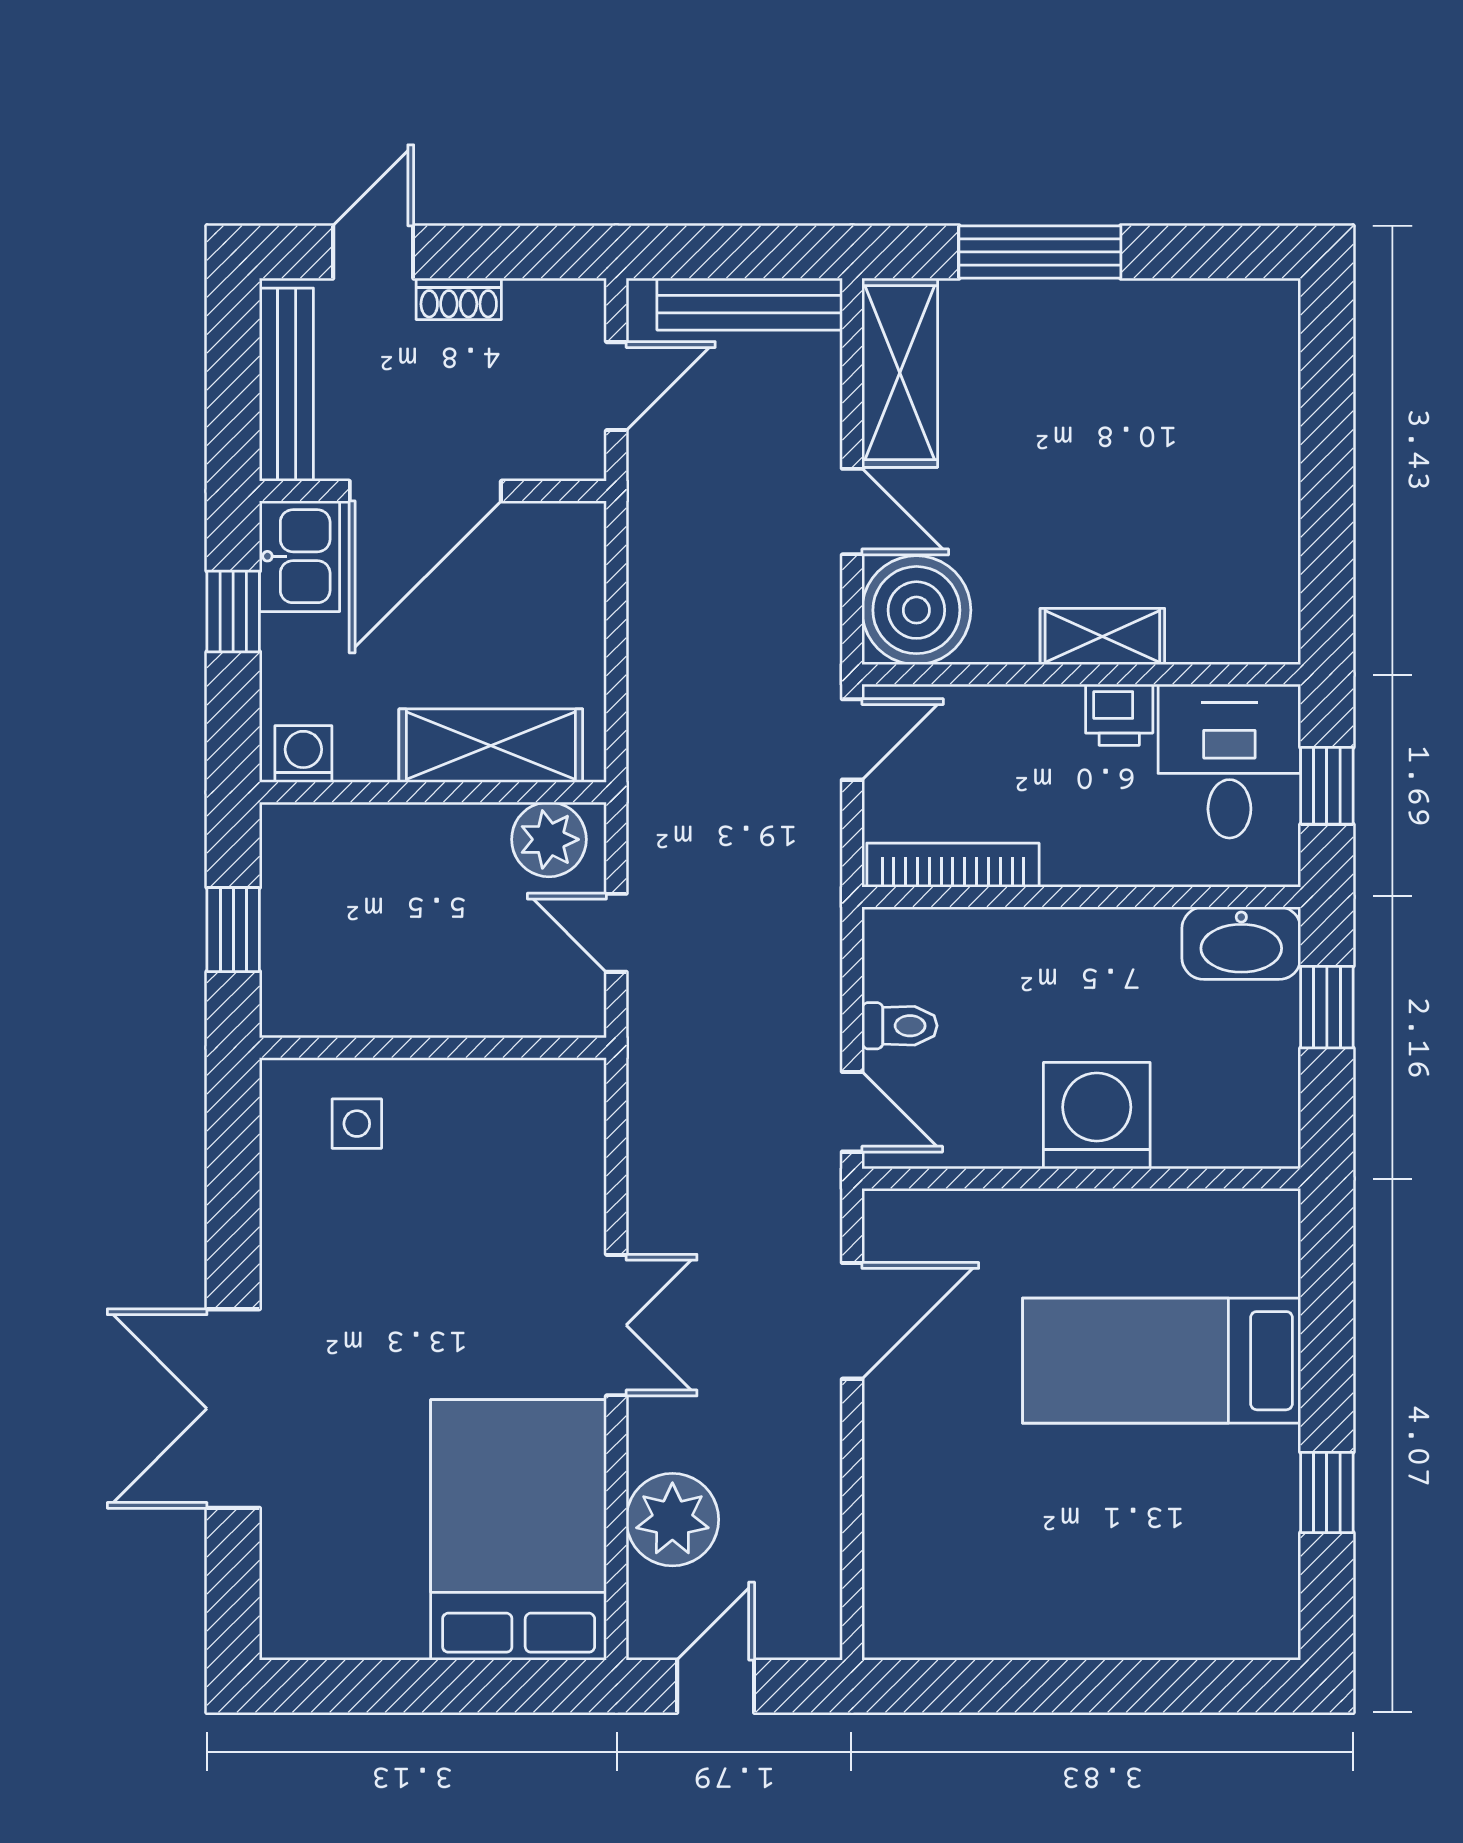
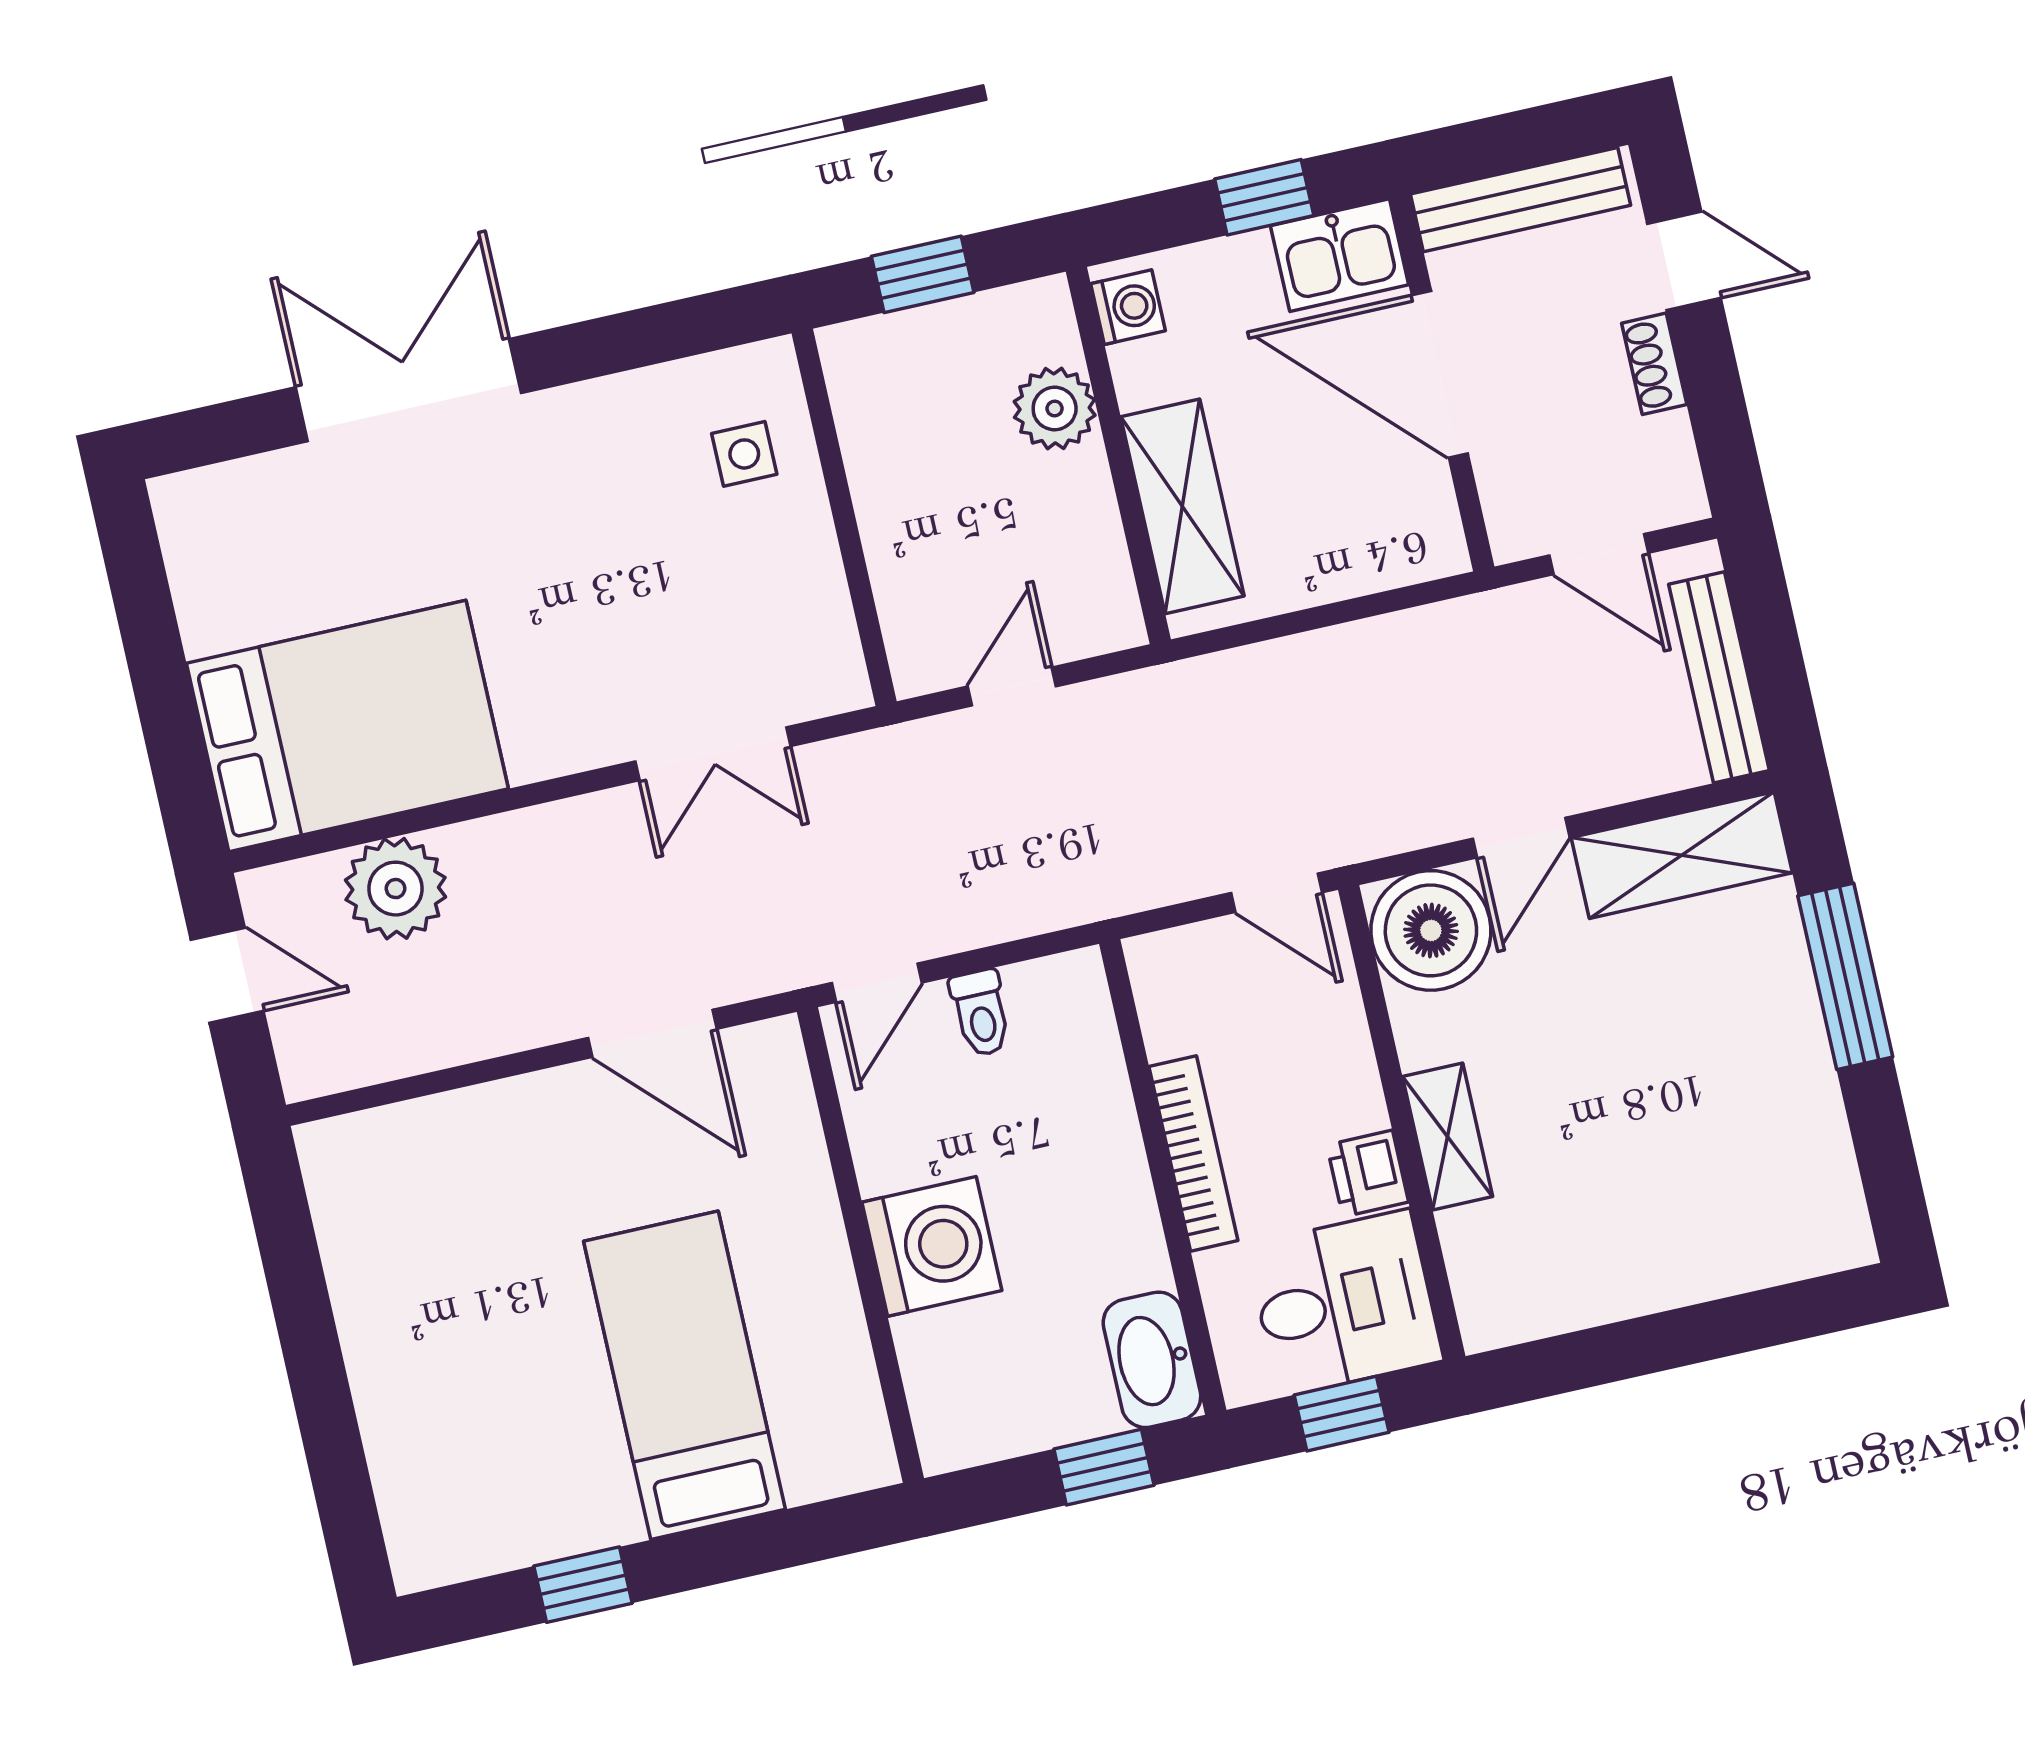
plant: (549, 839) -> (1055, 408), moved
bookcase: (953, 865) -> (1193, 1153), moved
double door: (616, 1325) -> (713, 754), moved

